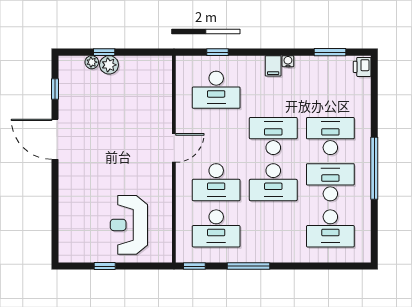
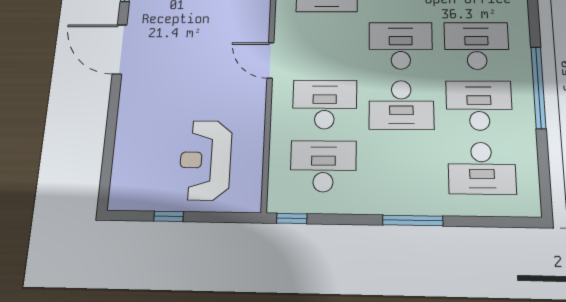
door: (174, 148) -> (270, 60), swing flipped
desk: (216, 182) -> (325, 104), turned 180
desk: (216, 228) -> (323, 166), turned 180
window: (248, 266) -> (413, 220), moved

